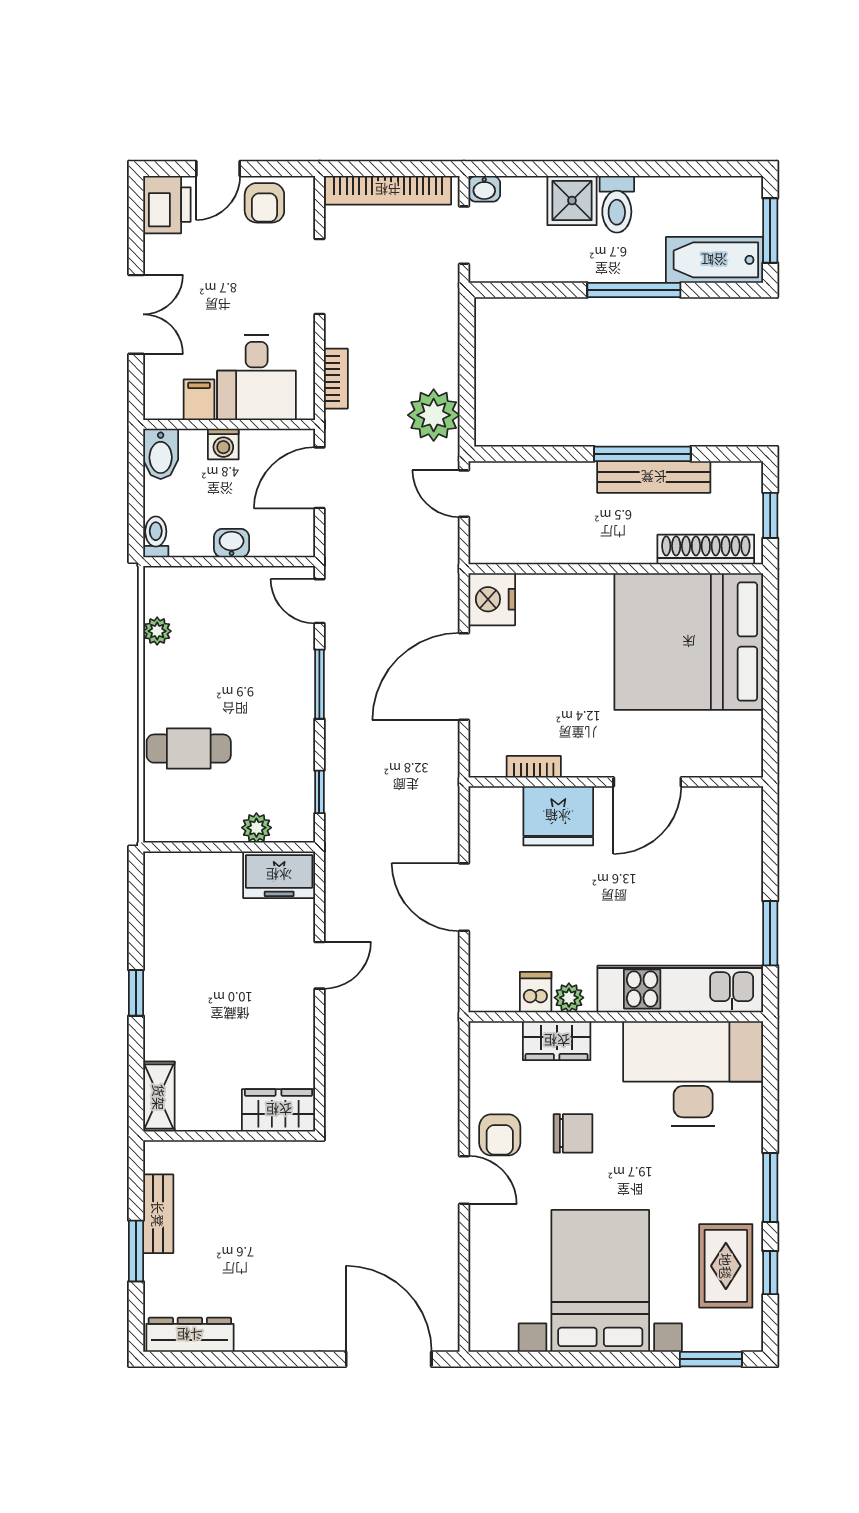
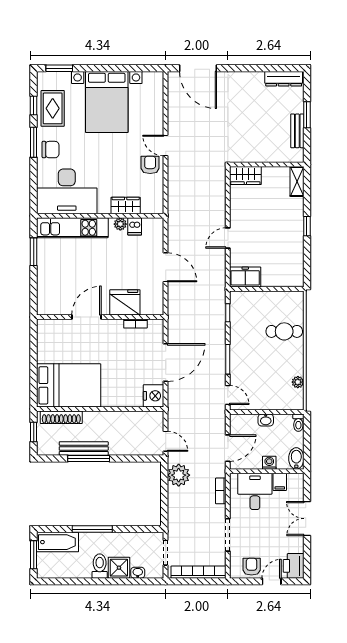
washbasin: (484, 189) -> (138, 573), moved
bed: (689, 642) -> (69, 385), width x0.73
plant: (256, 828) -> (255, 297), removed
chair: (573, 1133) -> (51, 150), moved, turned 180

